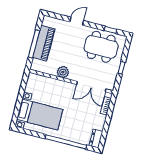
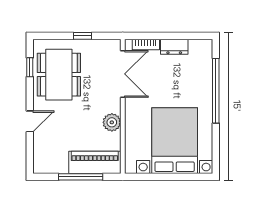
door: (77, 21) -> (30, 121), swing flipped
piano: (44, 43) -> (95, 162), moved
bed with nightstands: (40, 114) -> (175, 141), width x1.36
dresser: (96, 138) -> (174, 47), moved

